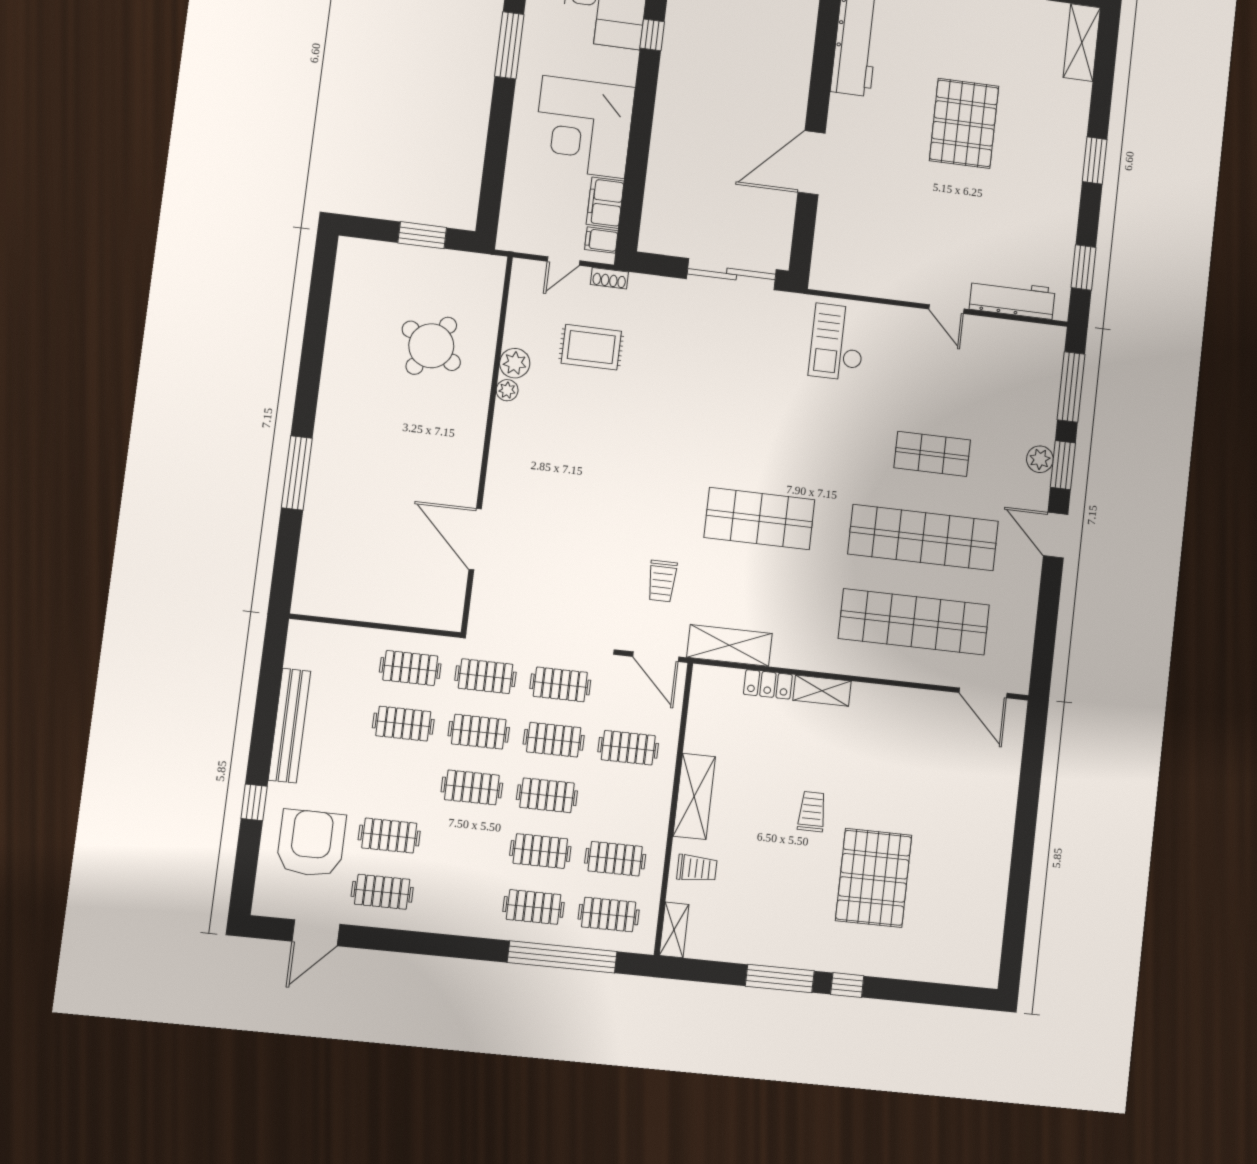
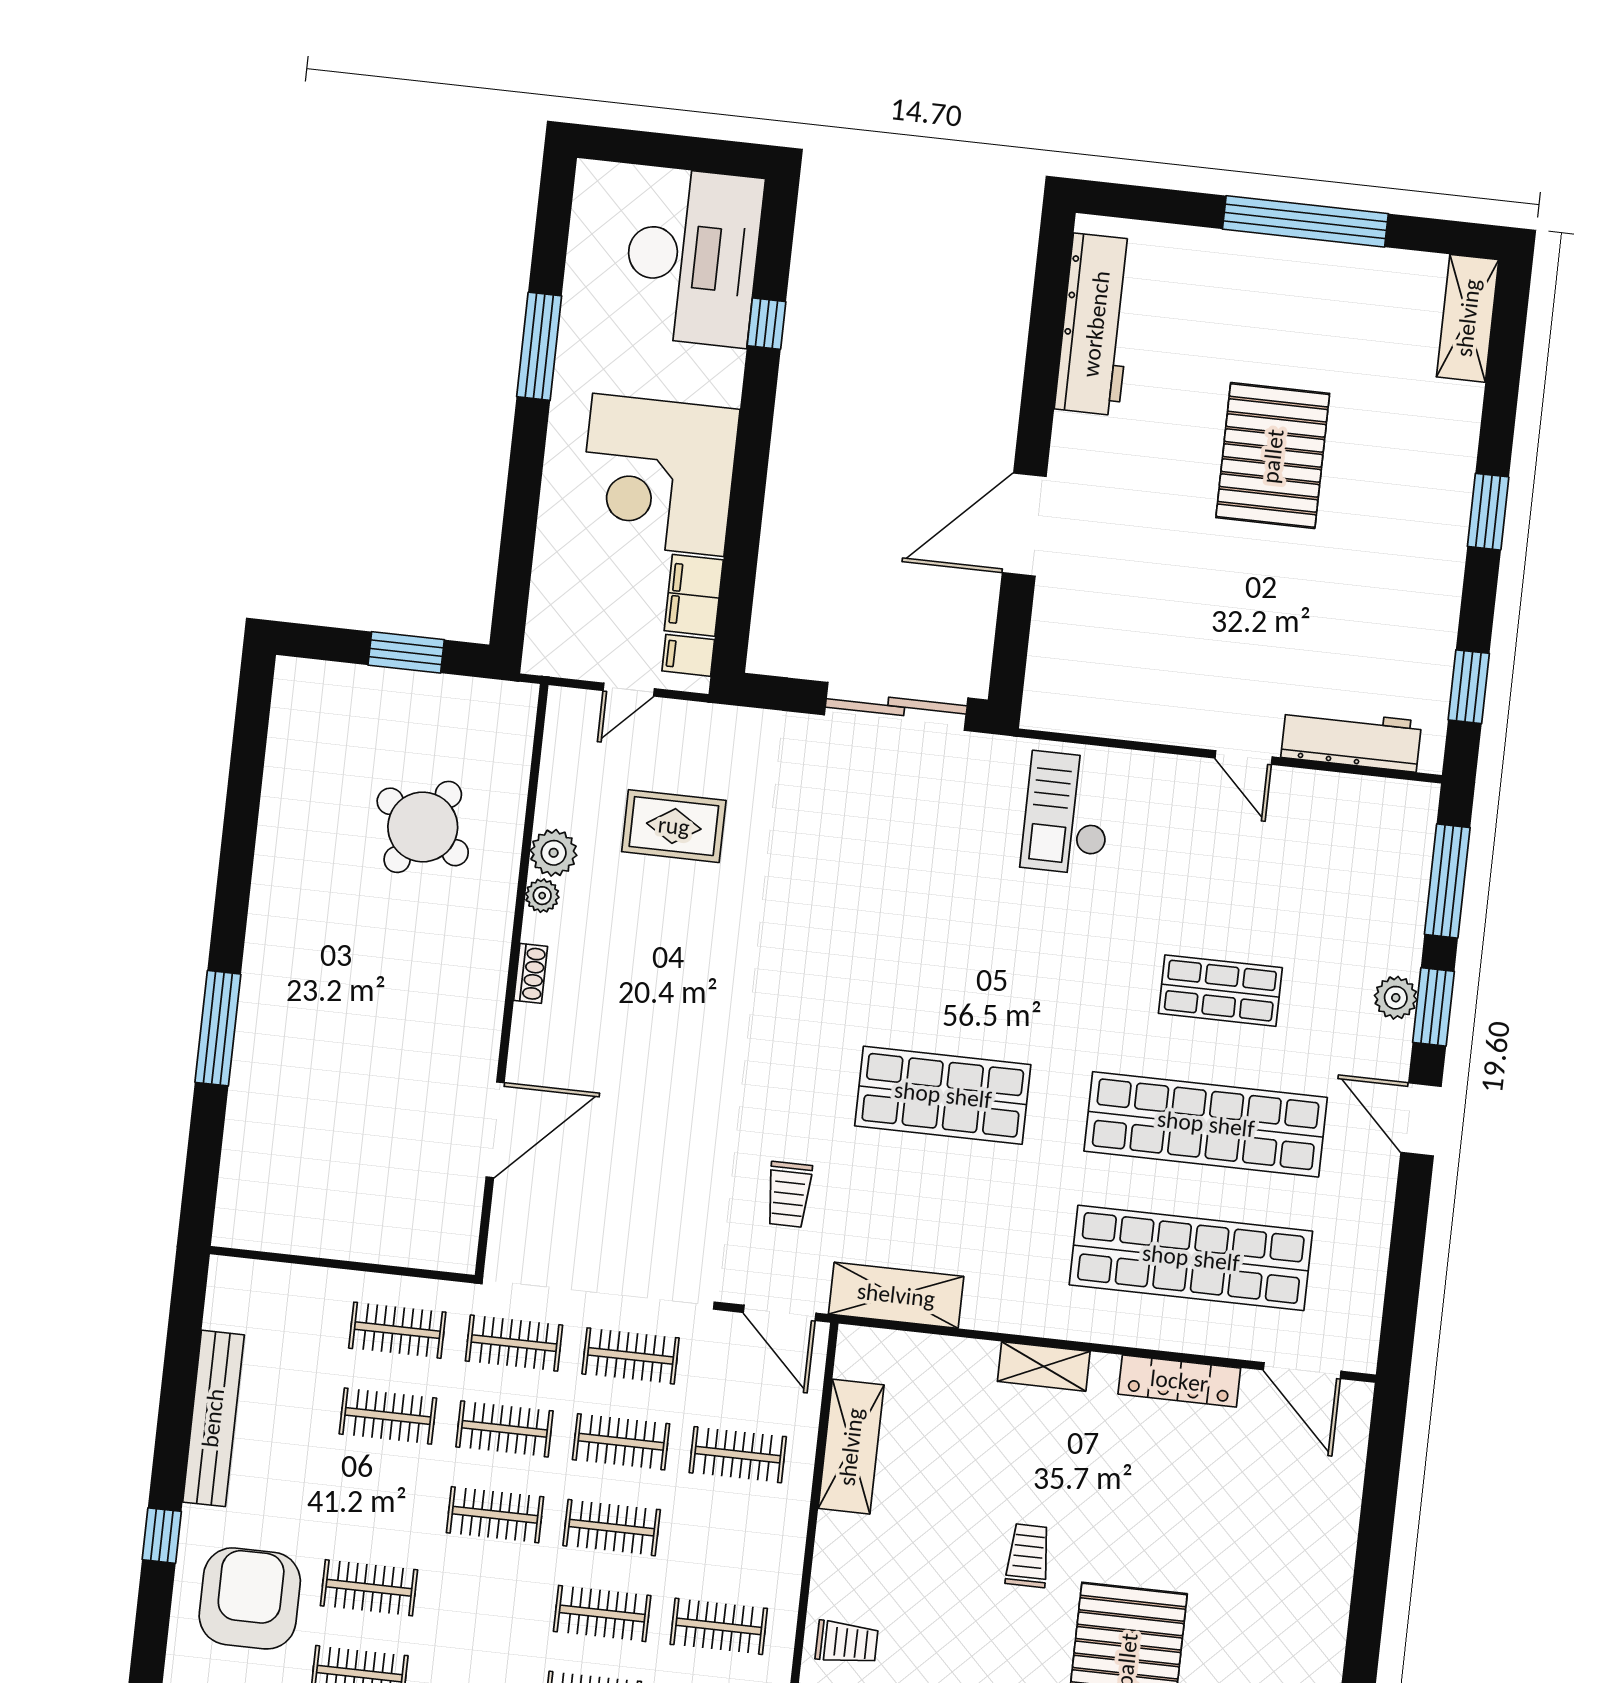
shoe rack: (609, 278) -> (531, 973), moved, turned -90
door: (475, 539) -> (495, 1130), swing flipped
locker: (768, 684) -> (1179, 1381), moved, width x1.53
shelving: (694, 796) -> (851, 1447), moved

